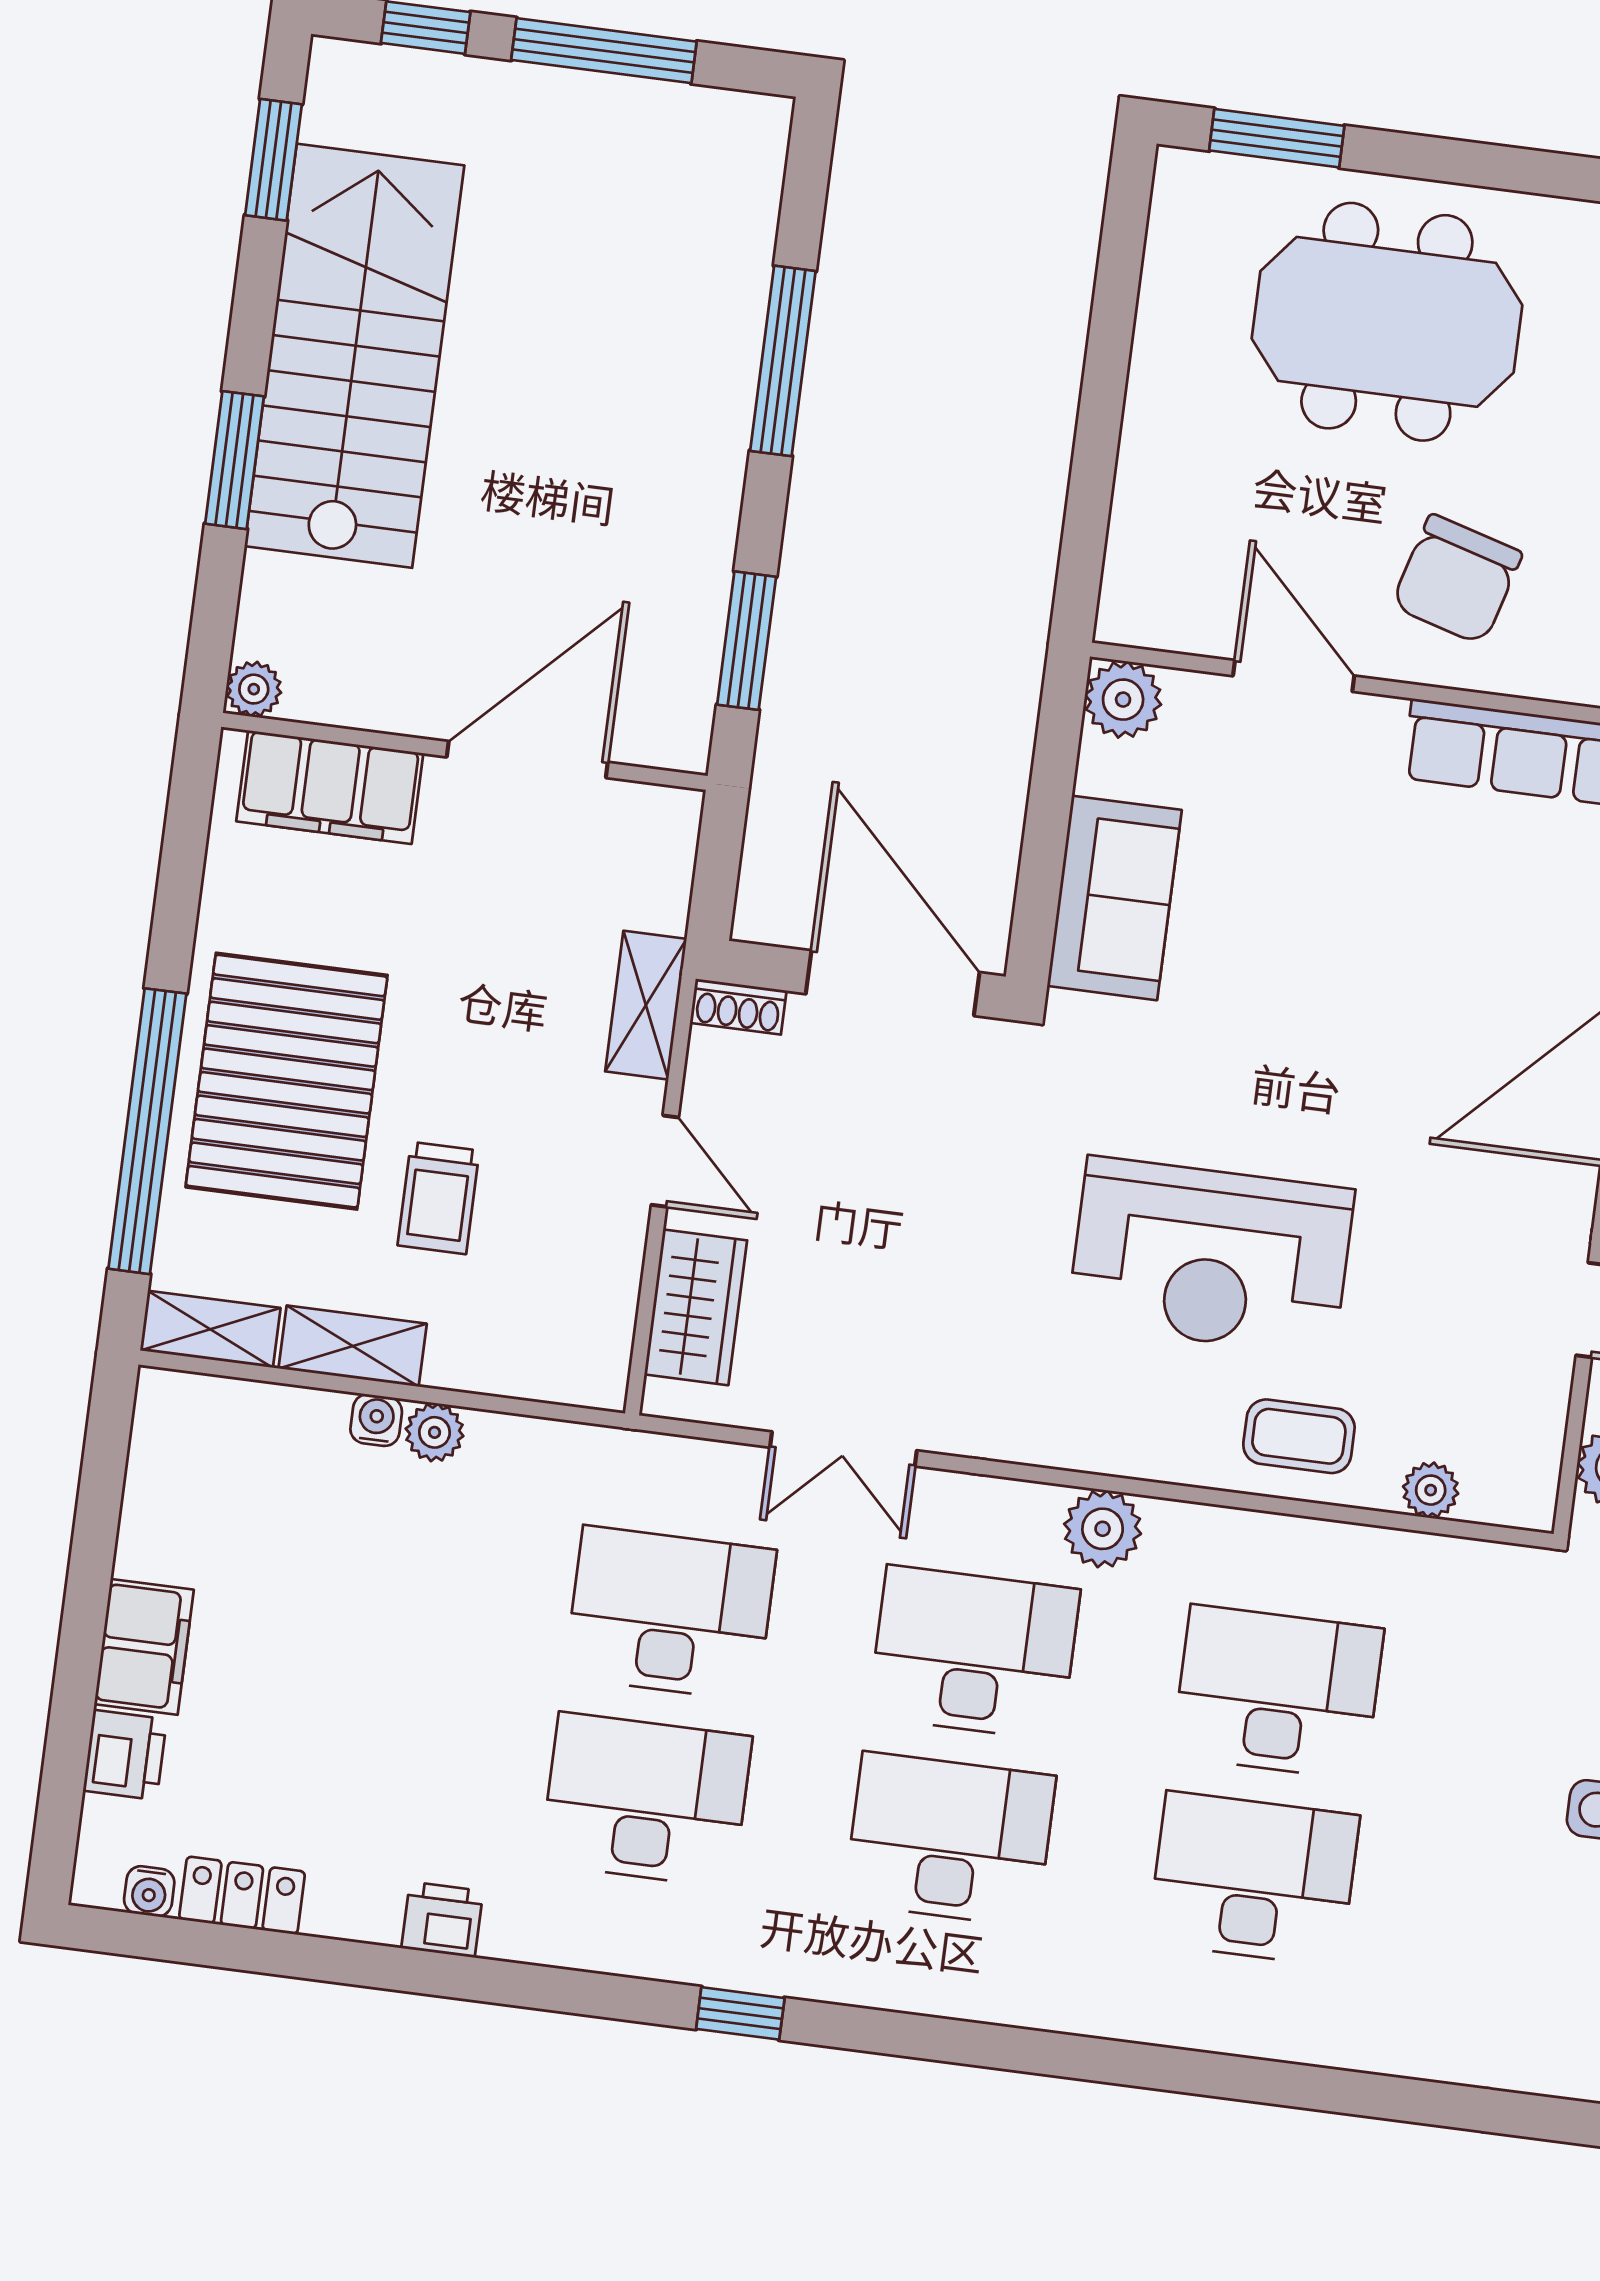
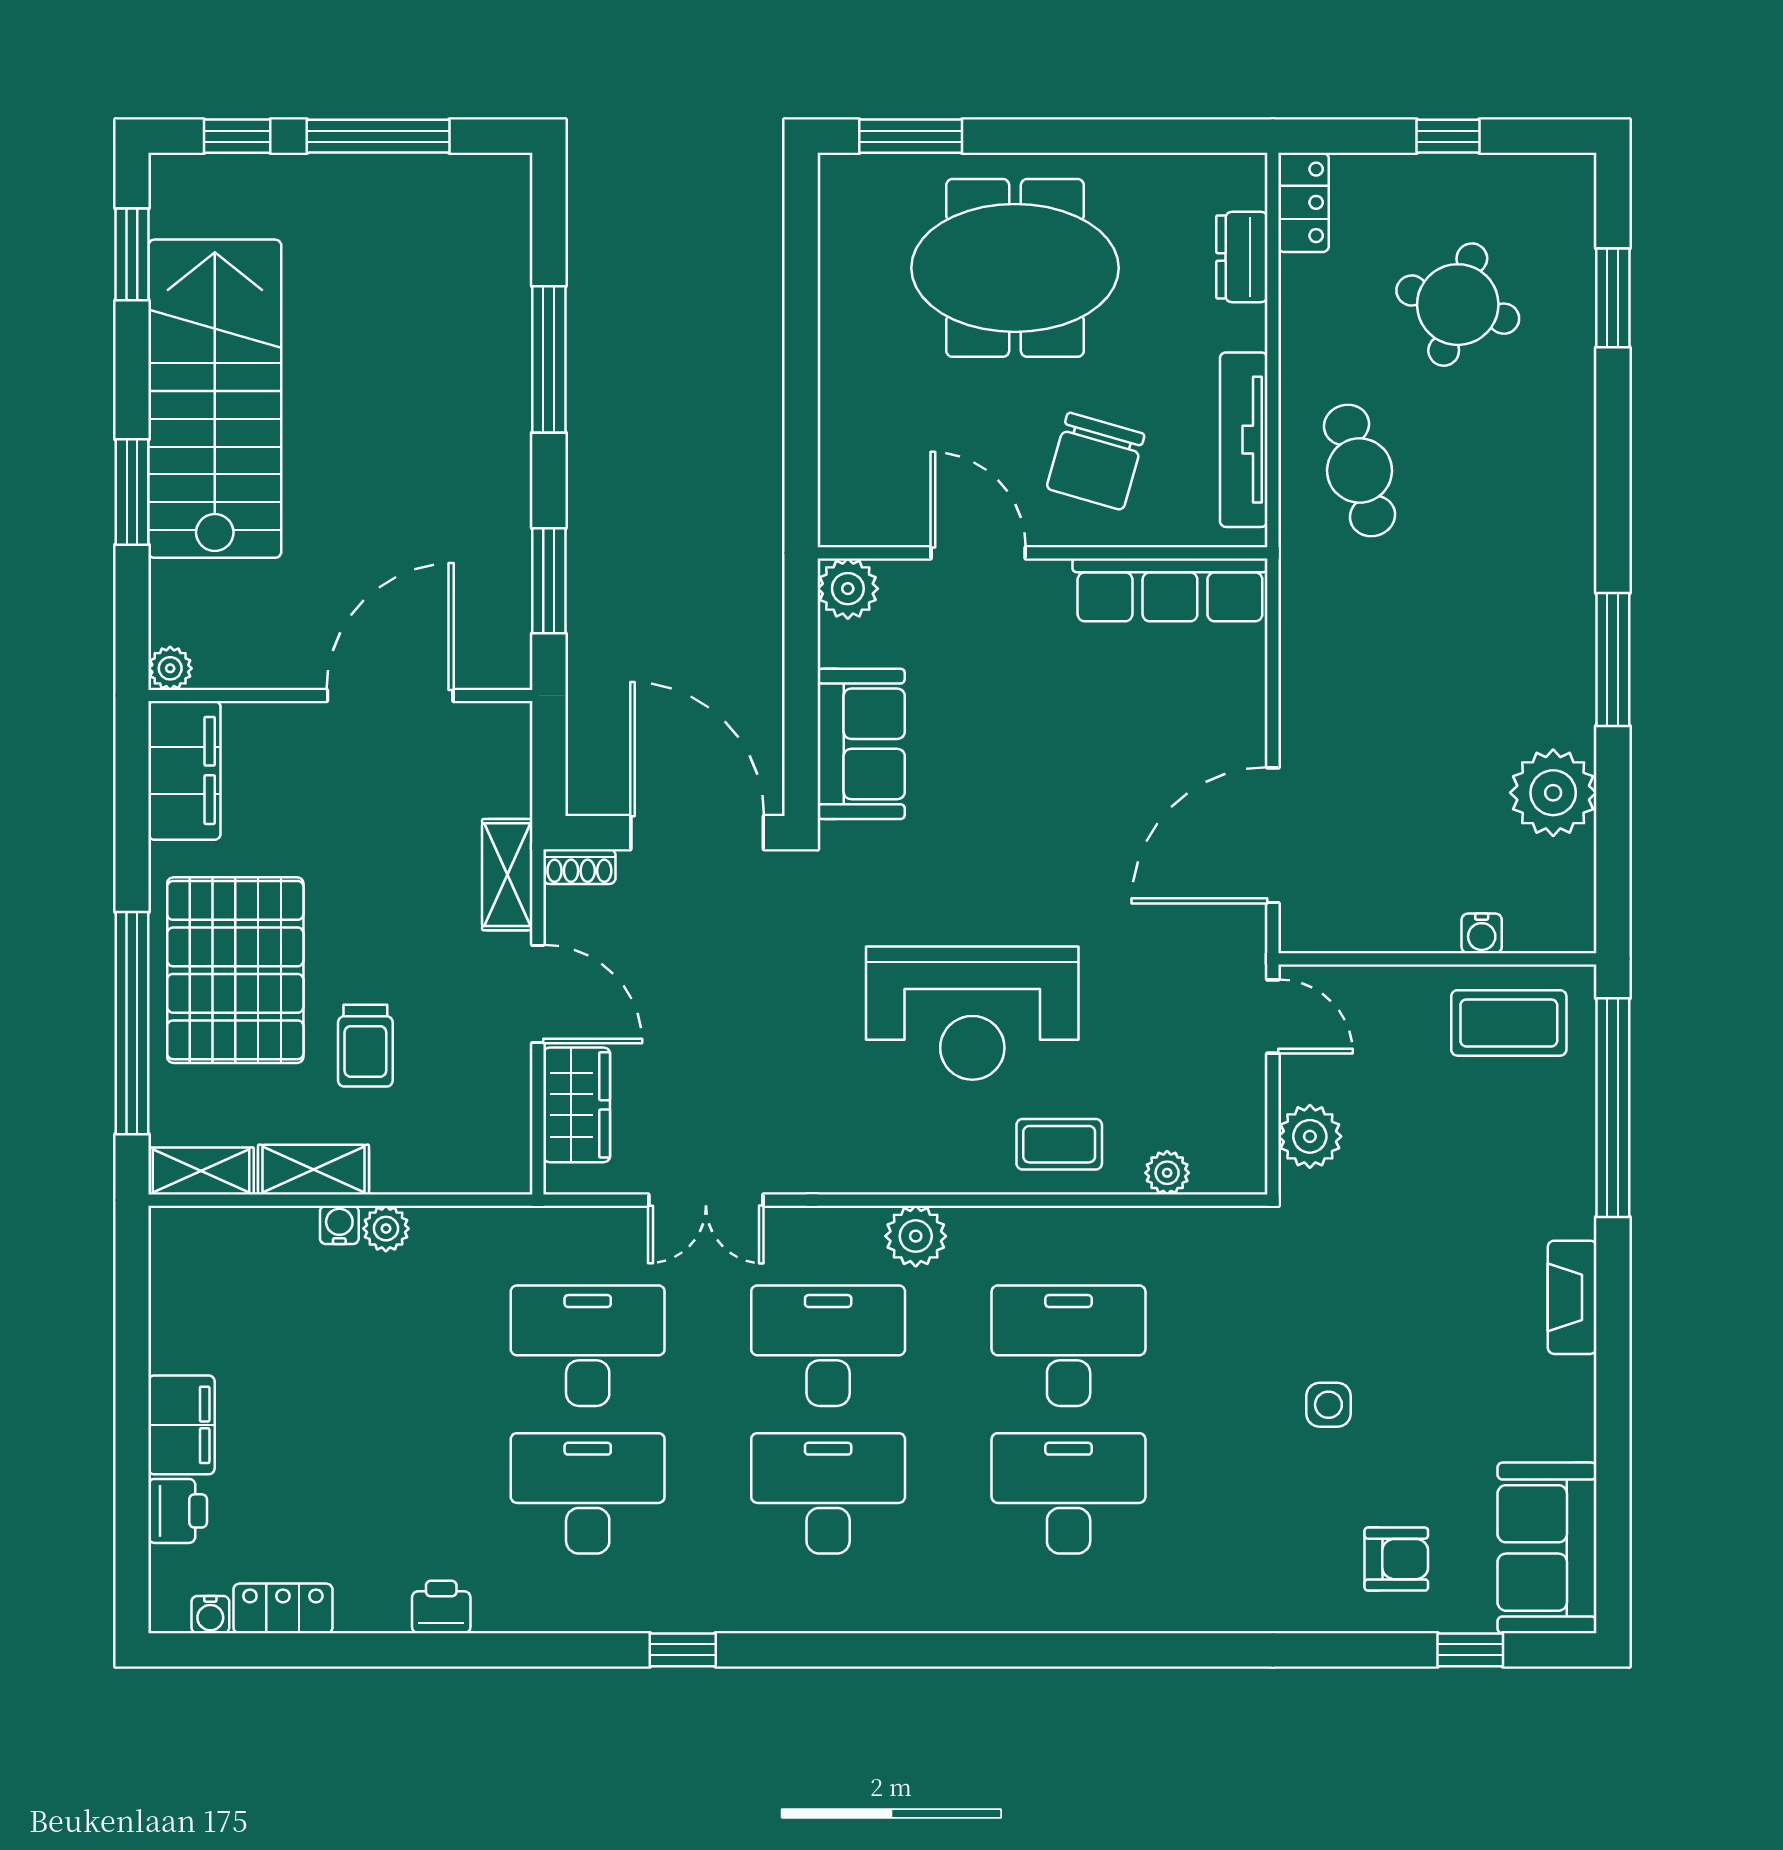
filing cabinet: (330, 787) -> (184, 770), moved, turned -90
door: (665, 1161) -> (538, 994), width x1.38

